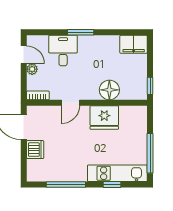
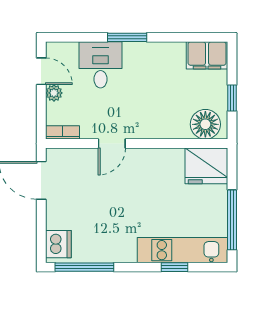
window: (150, 86) -> (232, 98), moved
floor lamp: (109, 90) -> (205, 124), moved
fridge: (104, 118) -> (206, 166), moved
dishwasher: (35, 150) -> (58, 244), moved
window: (66, 185) -> (84, 267), moved

